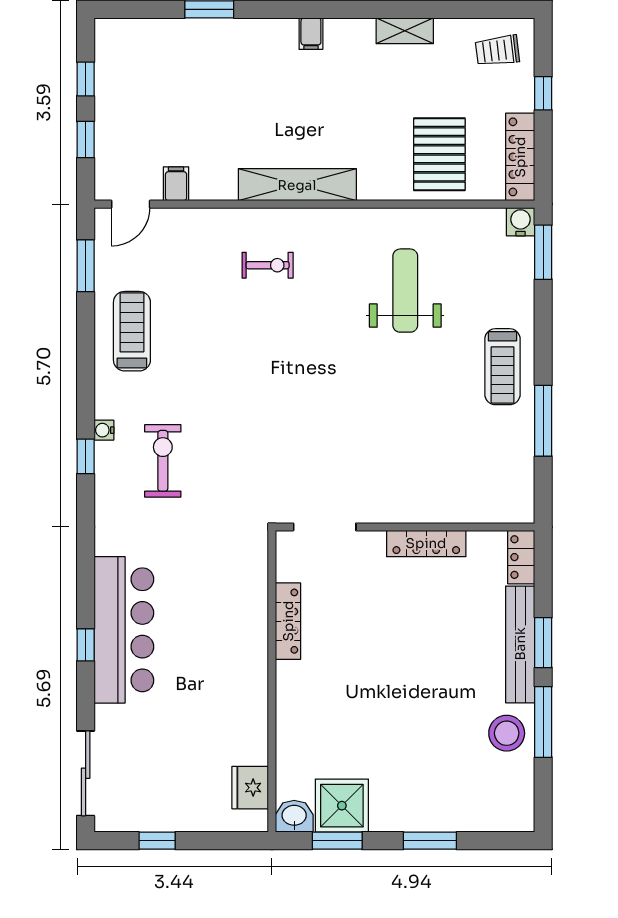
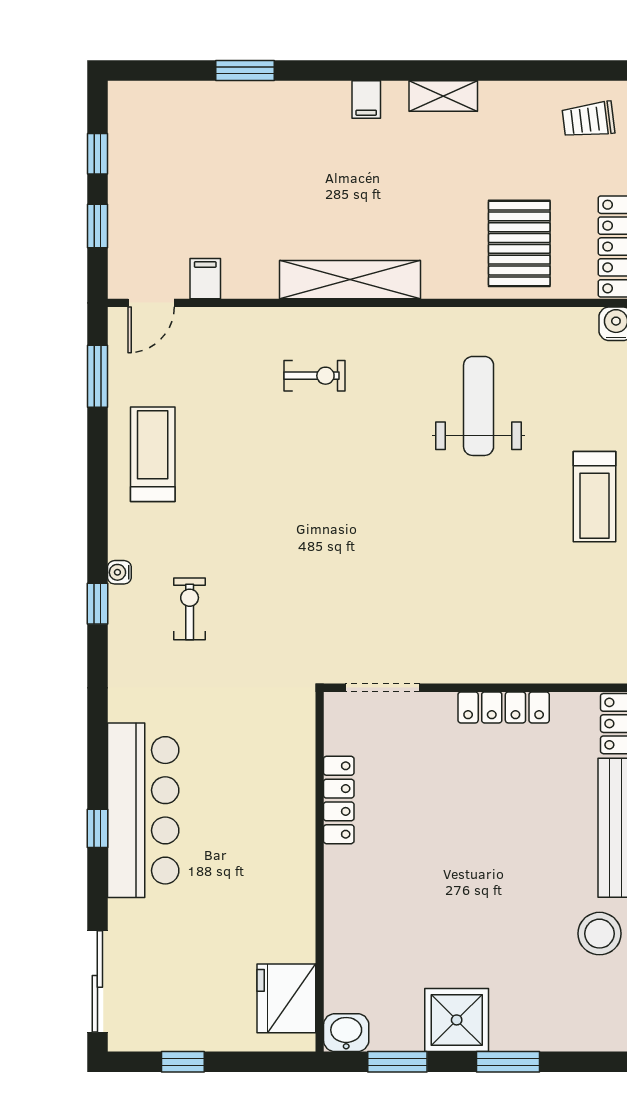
shelving: (405, 31) -> (443, 96), moved
exercise bike: (163, 461) -> (190, 609), width x0.73, depth x0.72
fridge: (250, 788) -> (286, 998), width x1.36, depth x1.34
shower: (342, 806) -> (457, 1020), moved

